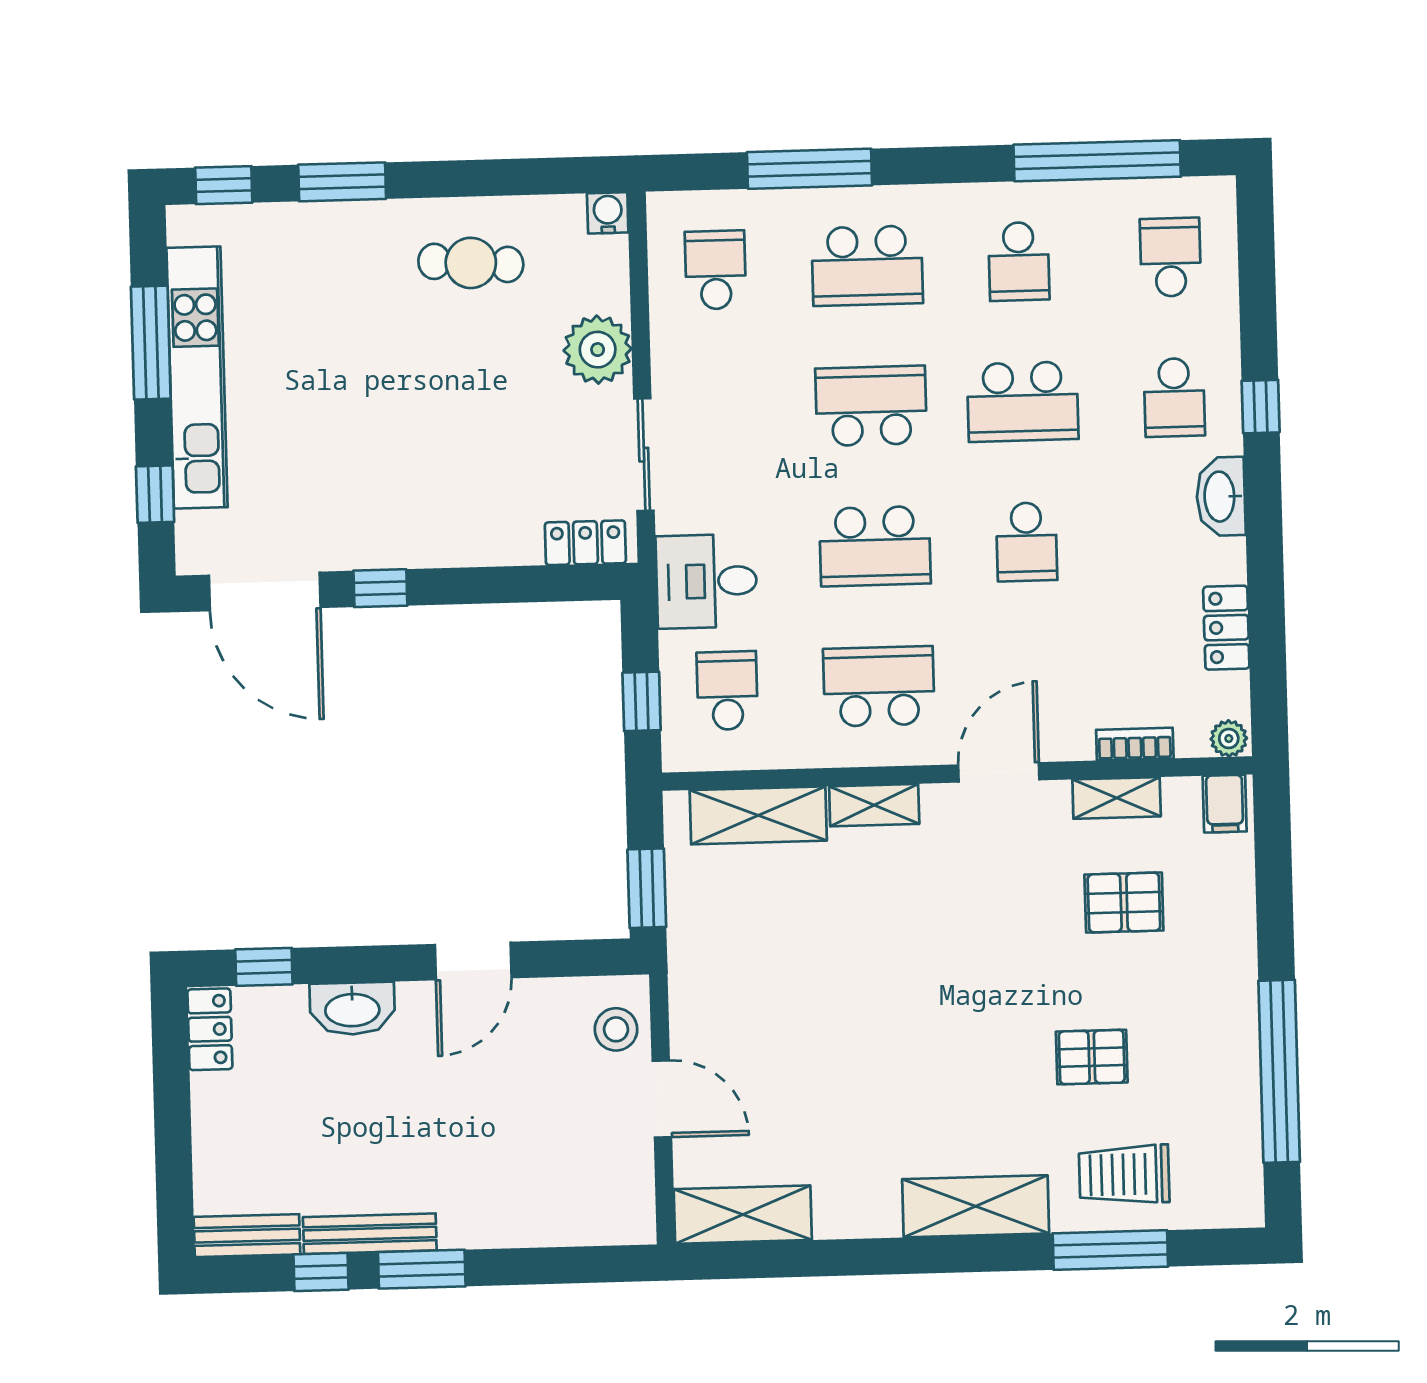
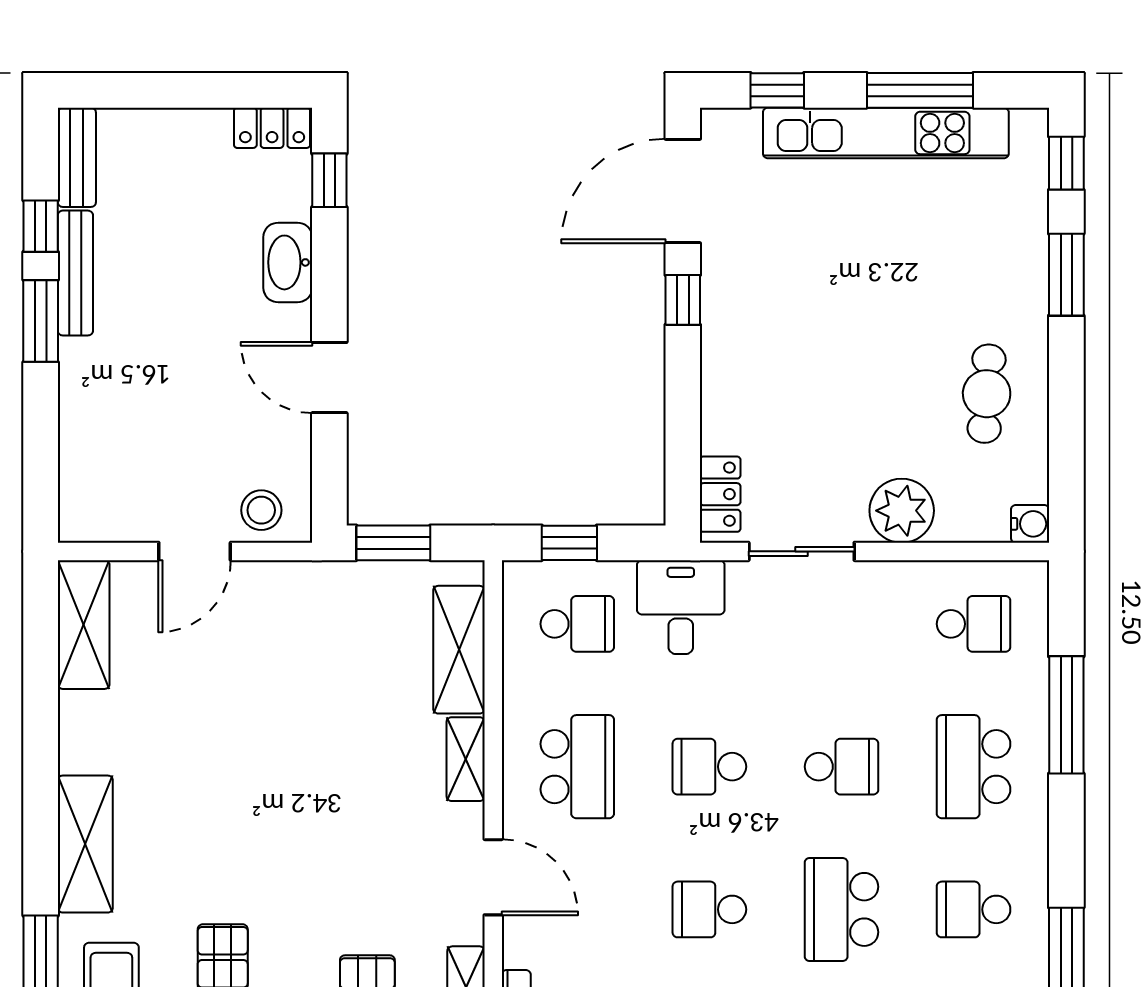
school desk: (871, 406) -> (841, 767), width x0.54
school desk: (875, 546) -> (709, 767), width x0.54

